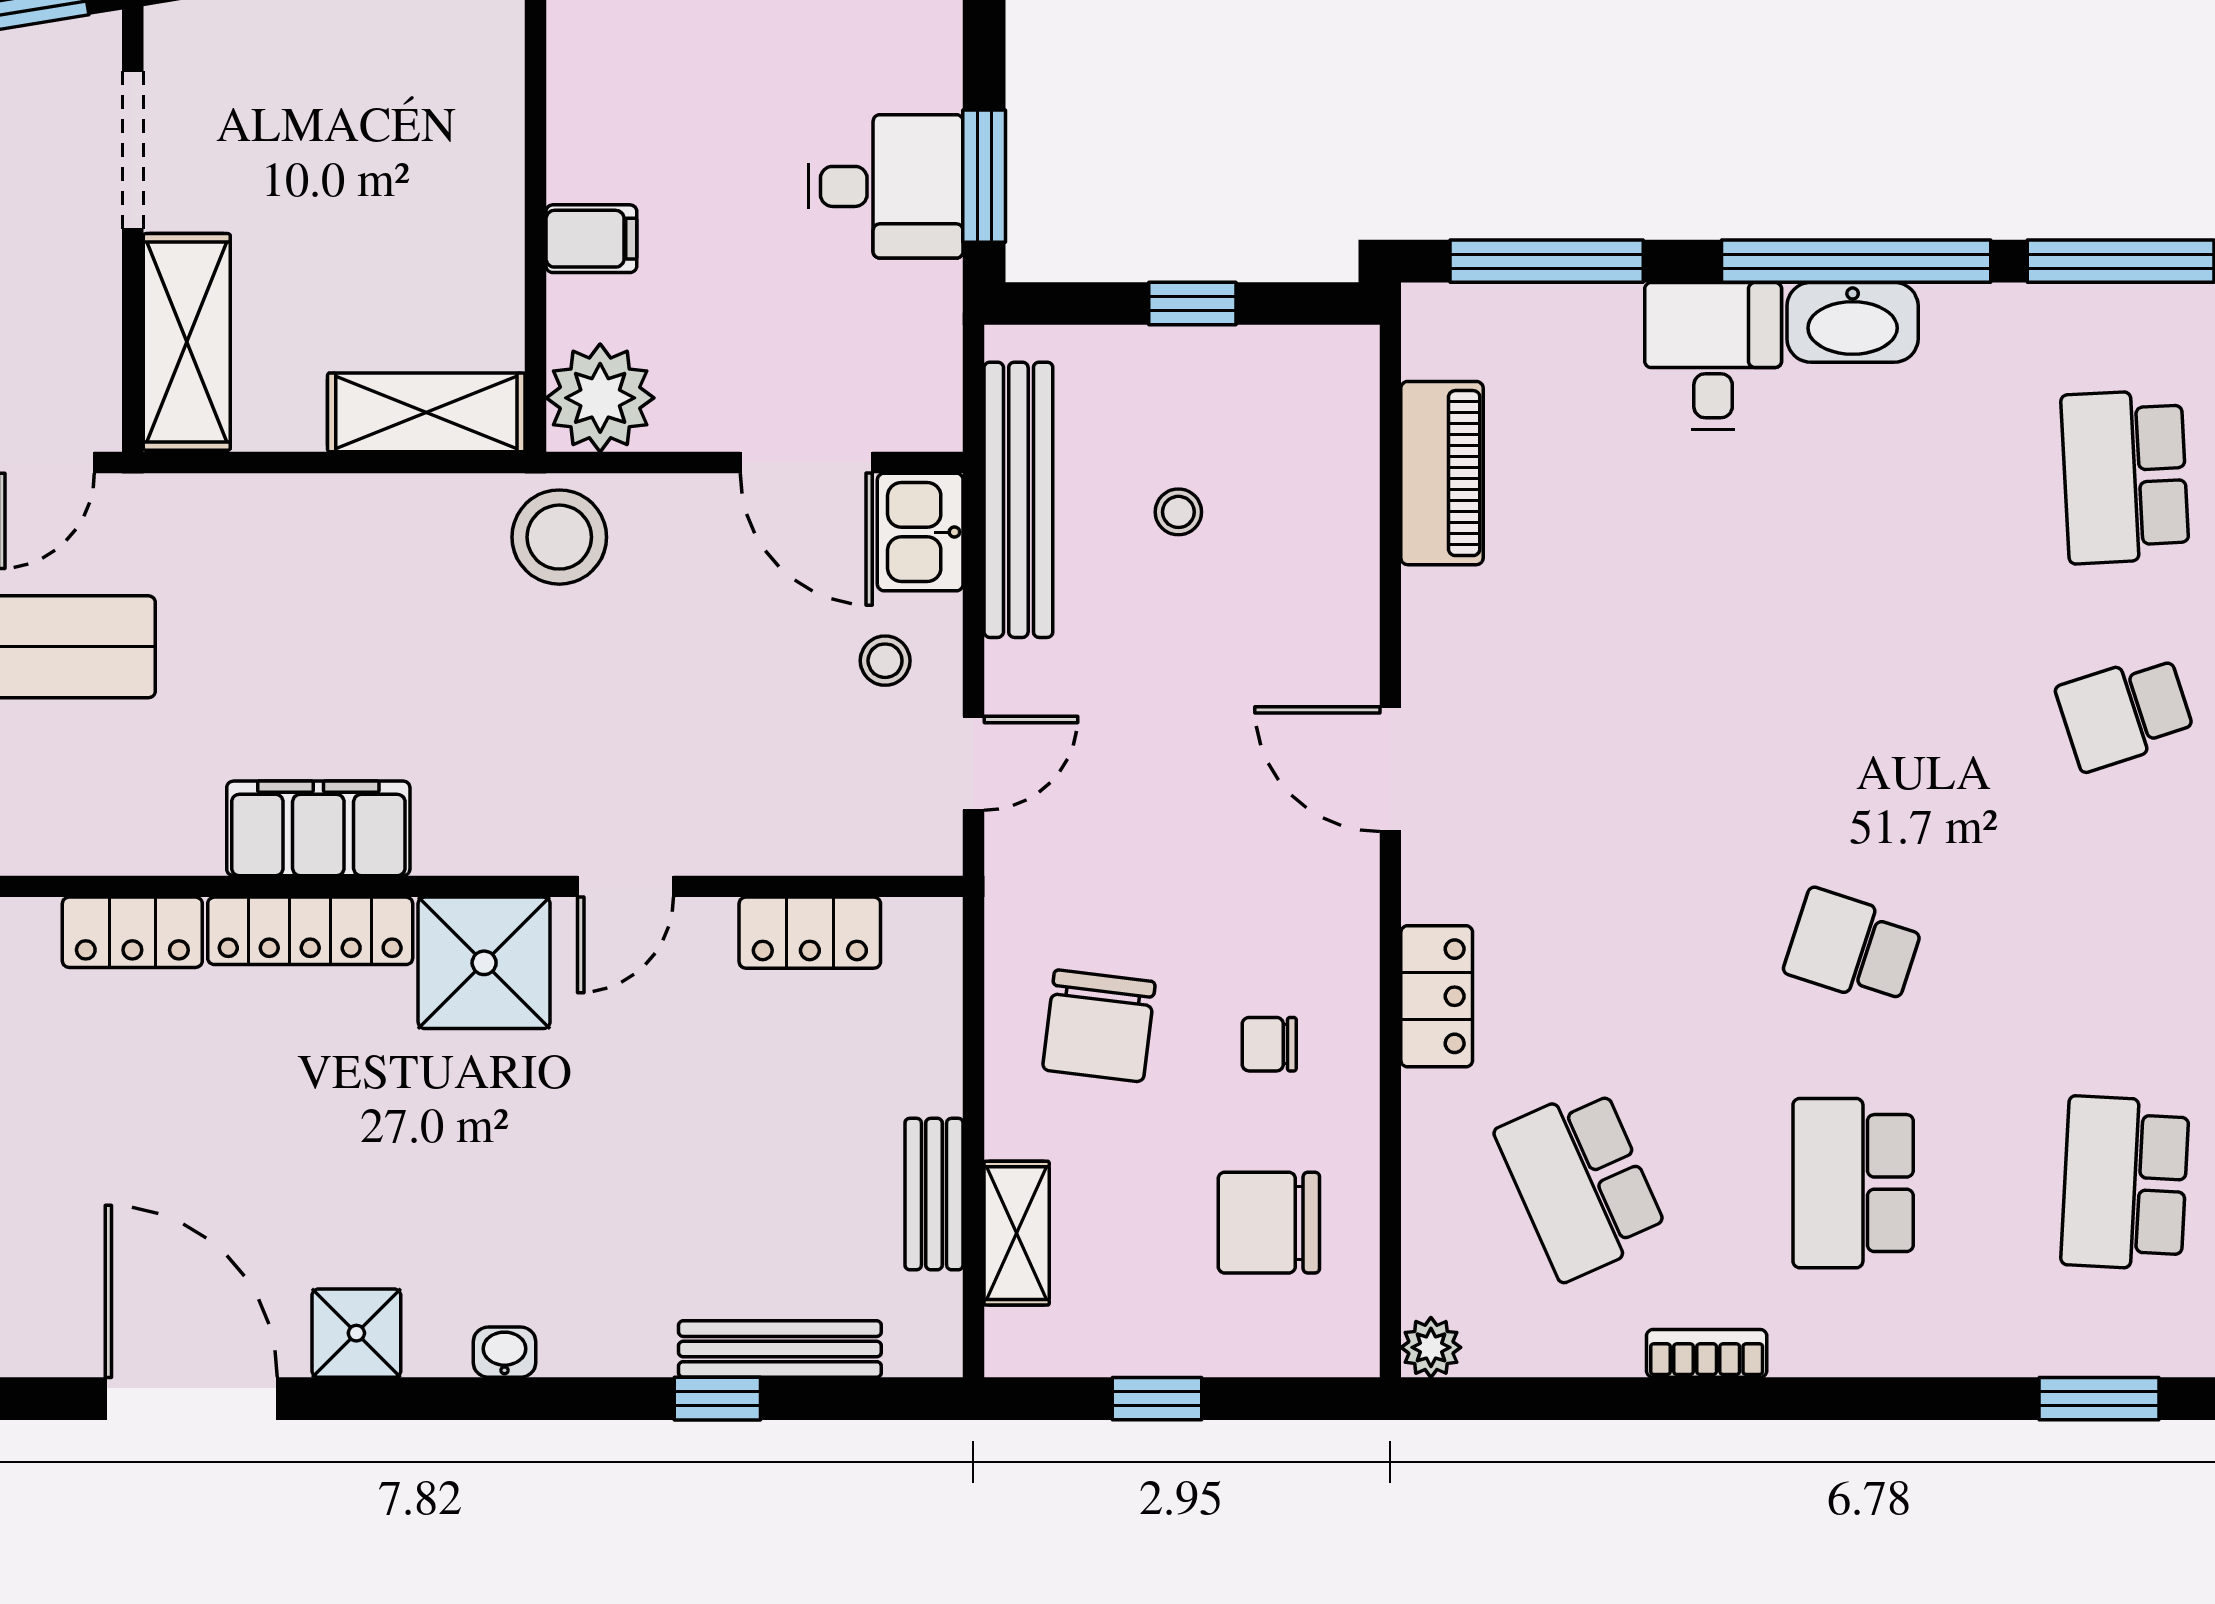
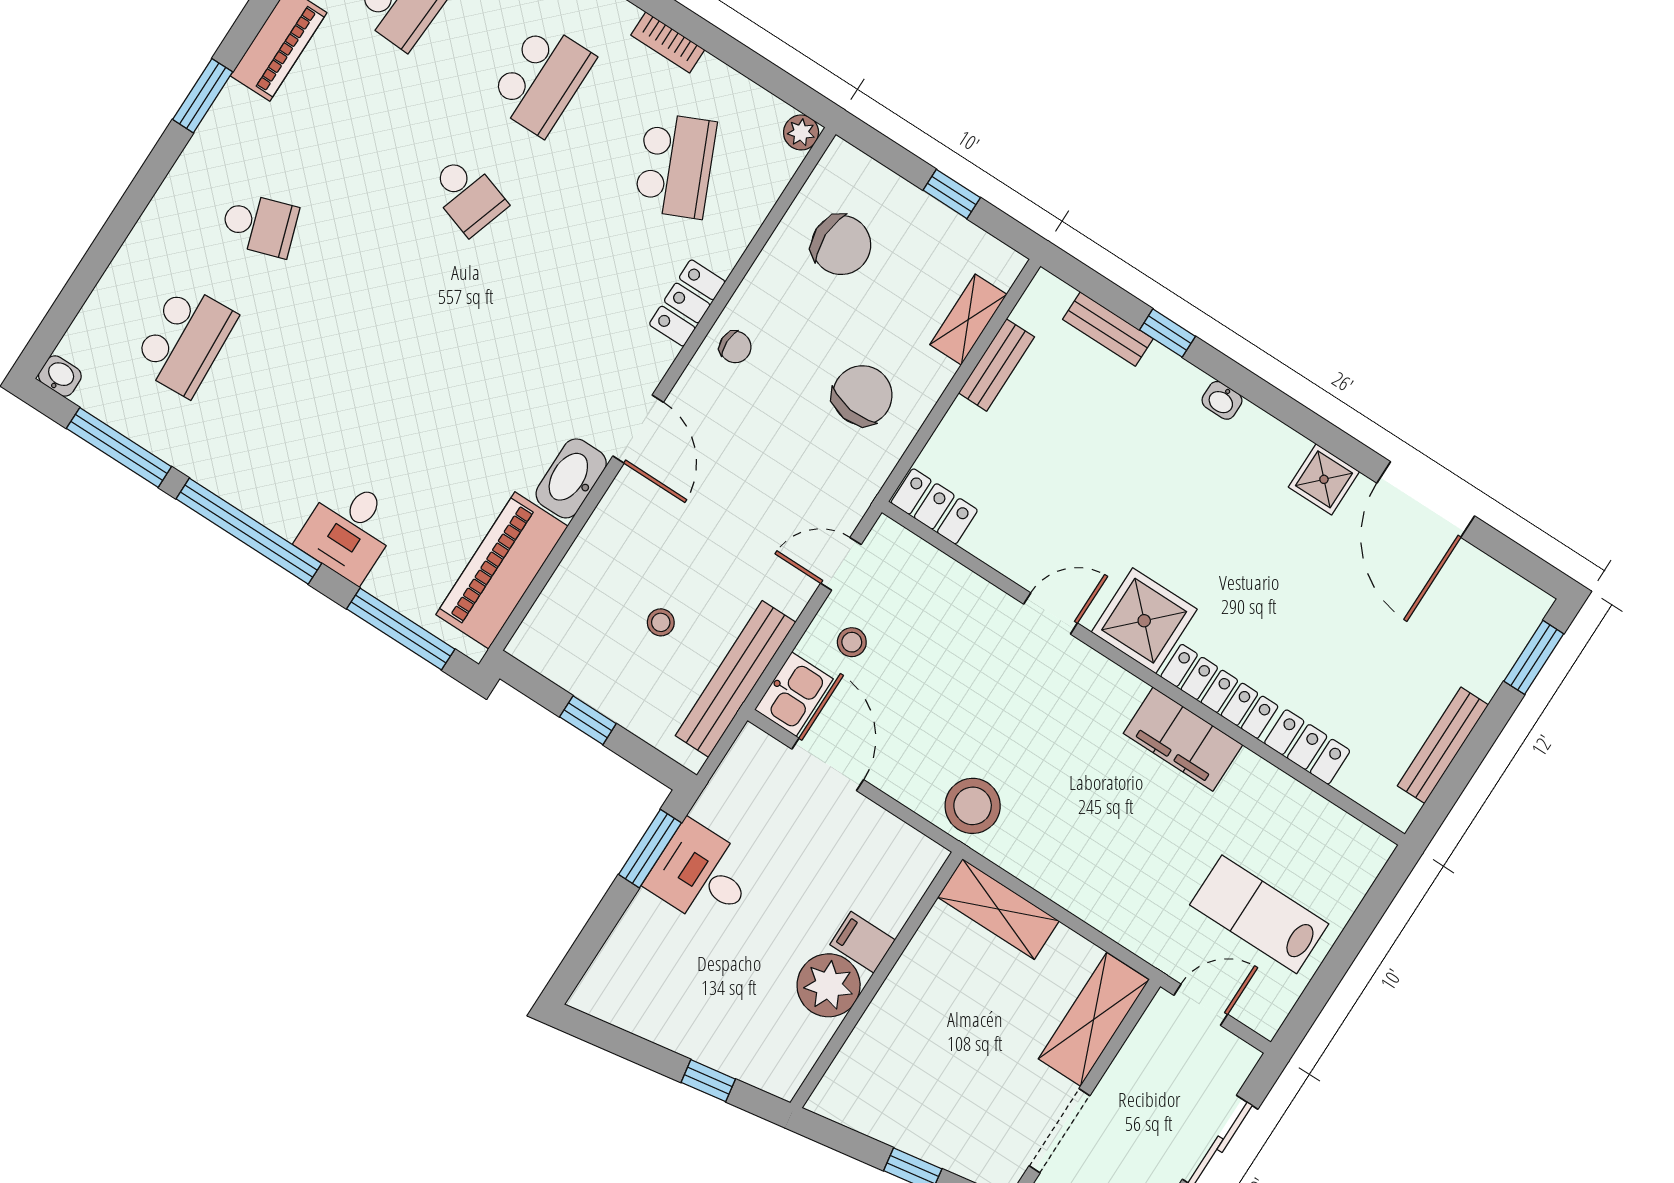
washbasin: (1853, 322) -> (571, 478), moved, turned -90
plant: (600, 398) -> (829, 985), moved
piano: (1442, 473) -> (502, 570), width x1.37, depth x1.33
locker: (810, 933) -> (934, 506), moved
chair: (1269, 1044) -> (735, 347), moved
bench: (780, 1349) -> (1108, 329), width x0.73
washbasin: (505, 1352) -> (1222, 400), moved

